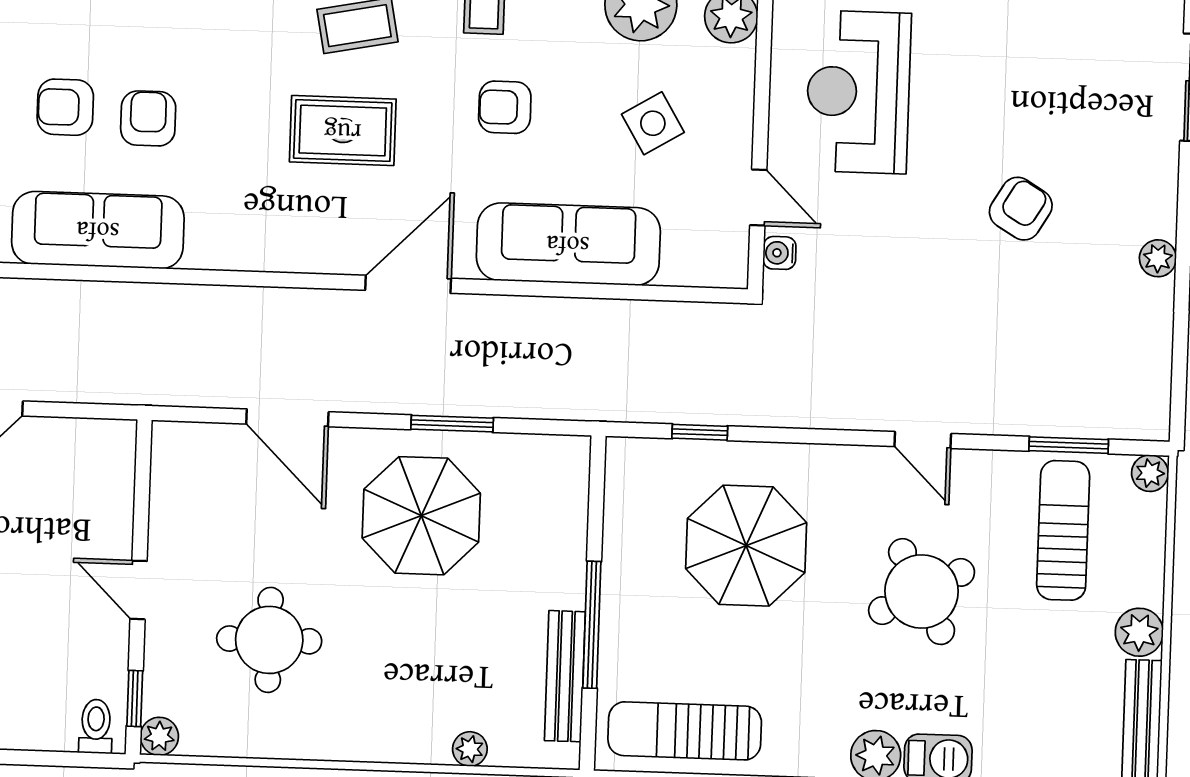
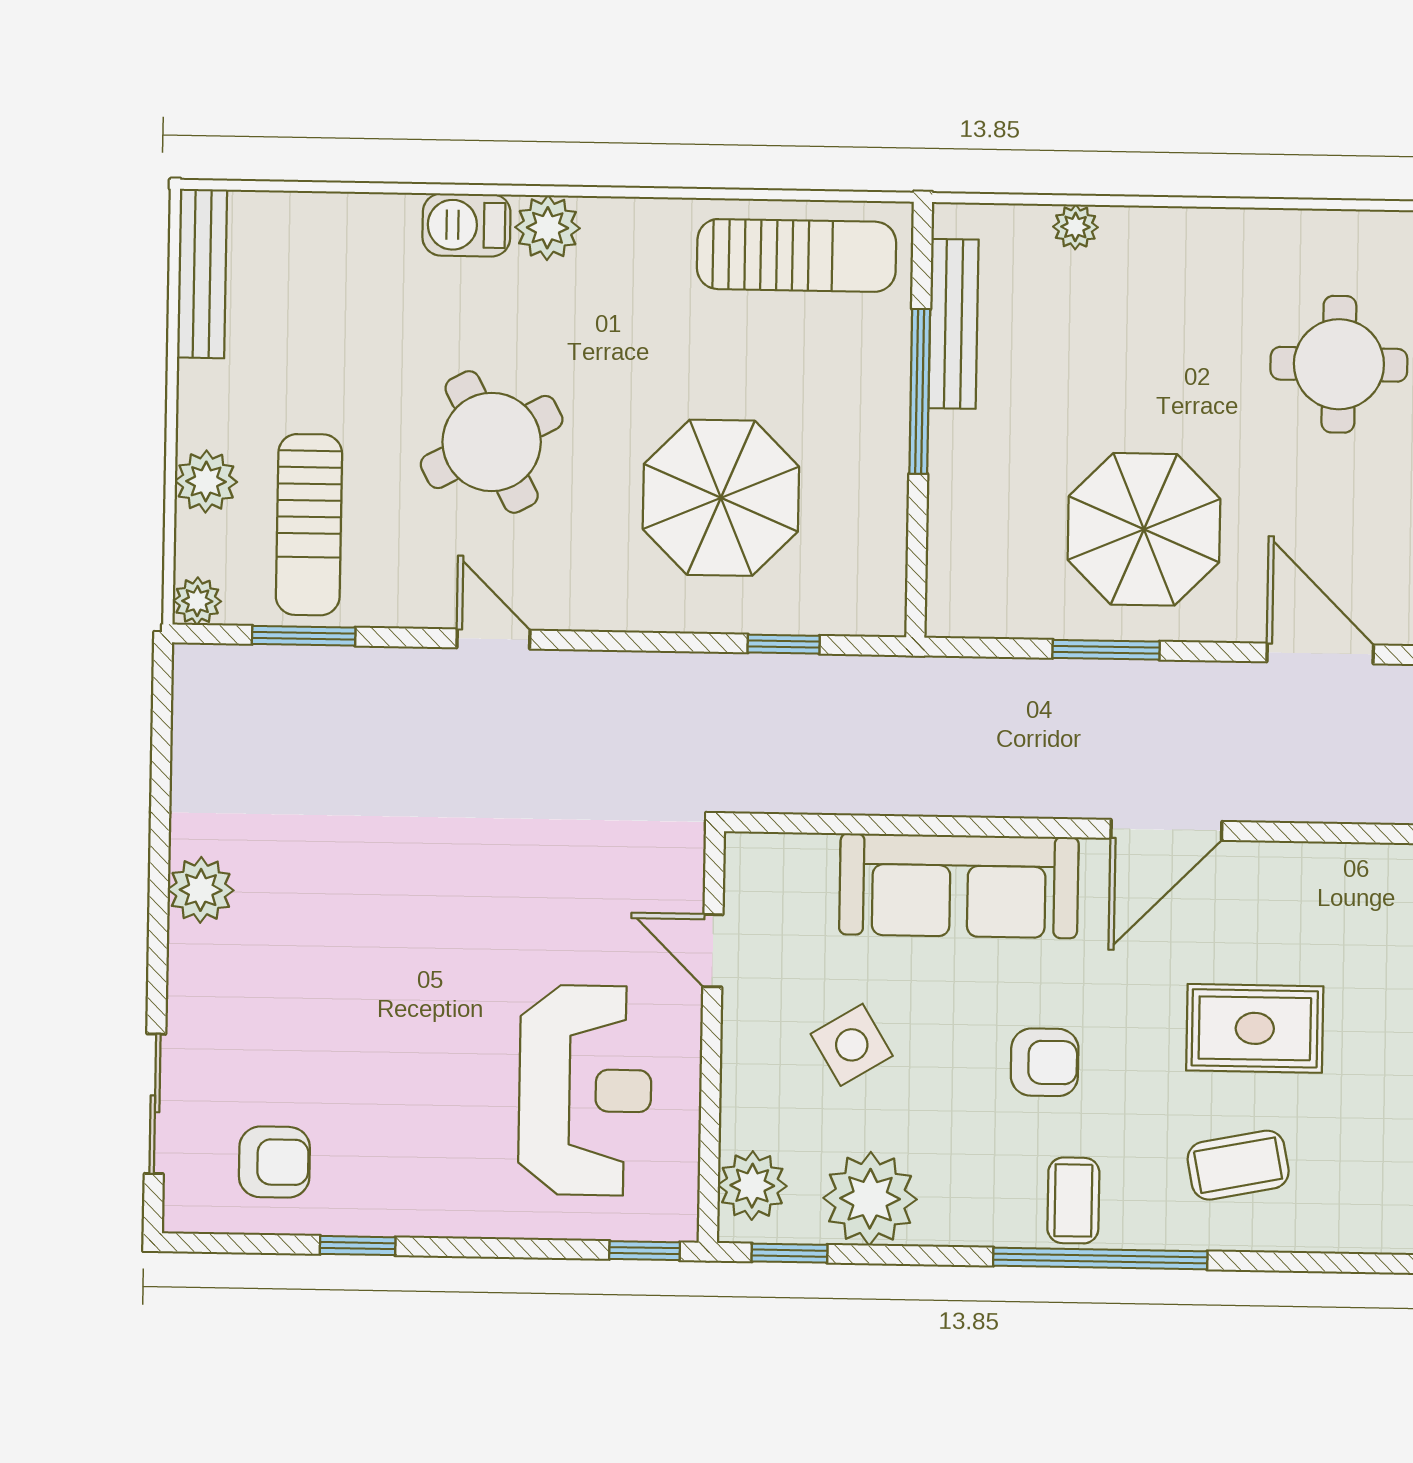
armchair: (1021, 209) -> (274, 1162), moved, turned -121
water cooler: (780, 253) -> (684, 879), removed
plant: (1158, 258) -> (201, 890), width x1.38, depth x1.38
plant: (1139, 632) -> (206, 481), moved

